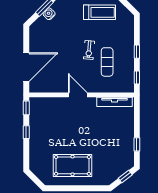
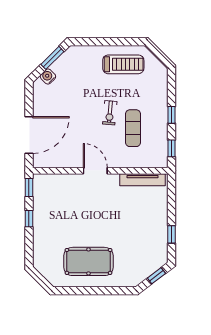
water cooler: (49, 14) -> (48, 76), moved

